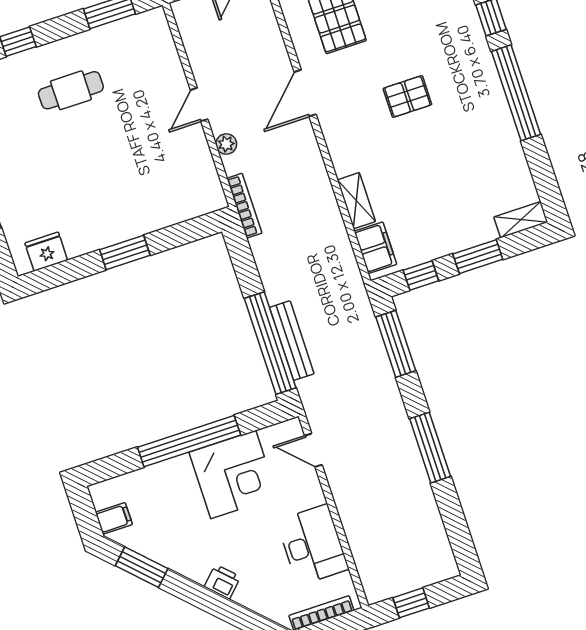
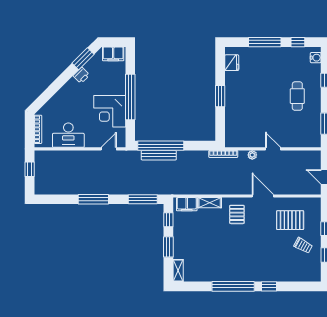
pallet: (407, 97) -> (237, 214), moved
filing cabinet: (114, 518) -> (113, 54), width x2.00
printer: (222, 582) -> (81, 75), moved

